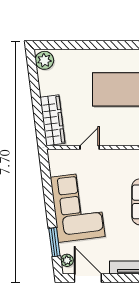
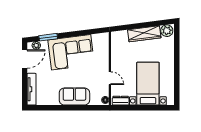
wardrobe: (52, 120) -> (144, 34), moved
door: (90, 148) -> (110, 78), moved

